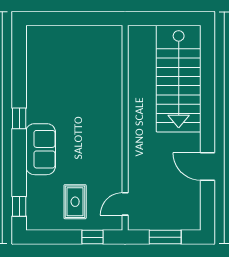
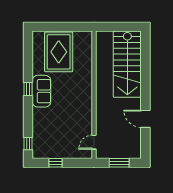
sofa: (41, 149) -> (41, 91), moved
rug: (75, 202) -> (59, 52), moved, width x1.86, depth x2.06
window: (92, 237) -> (55, 163), moved

